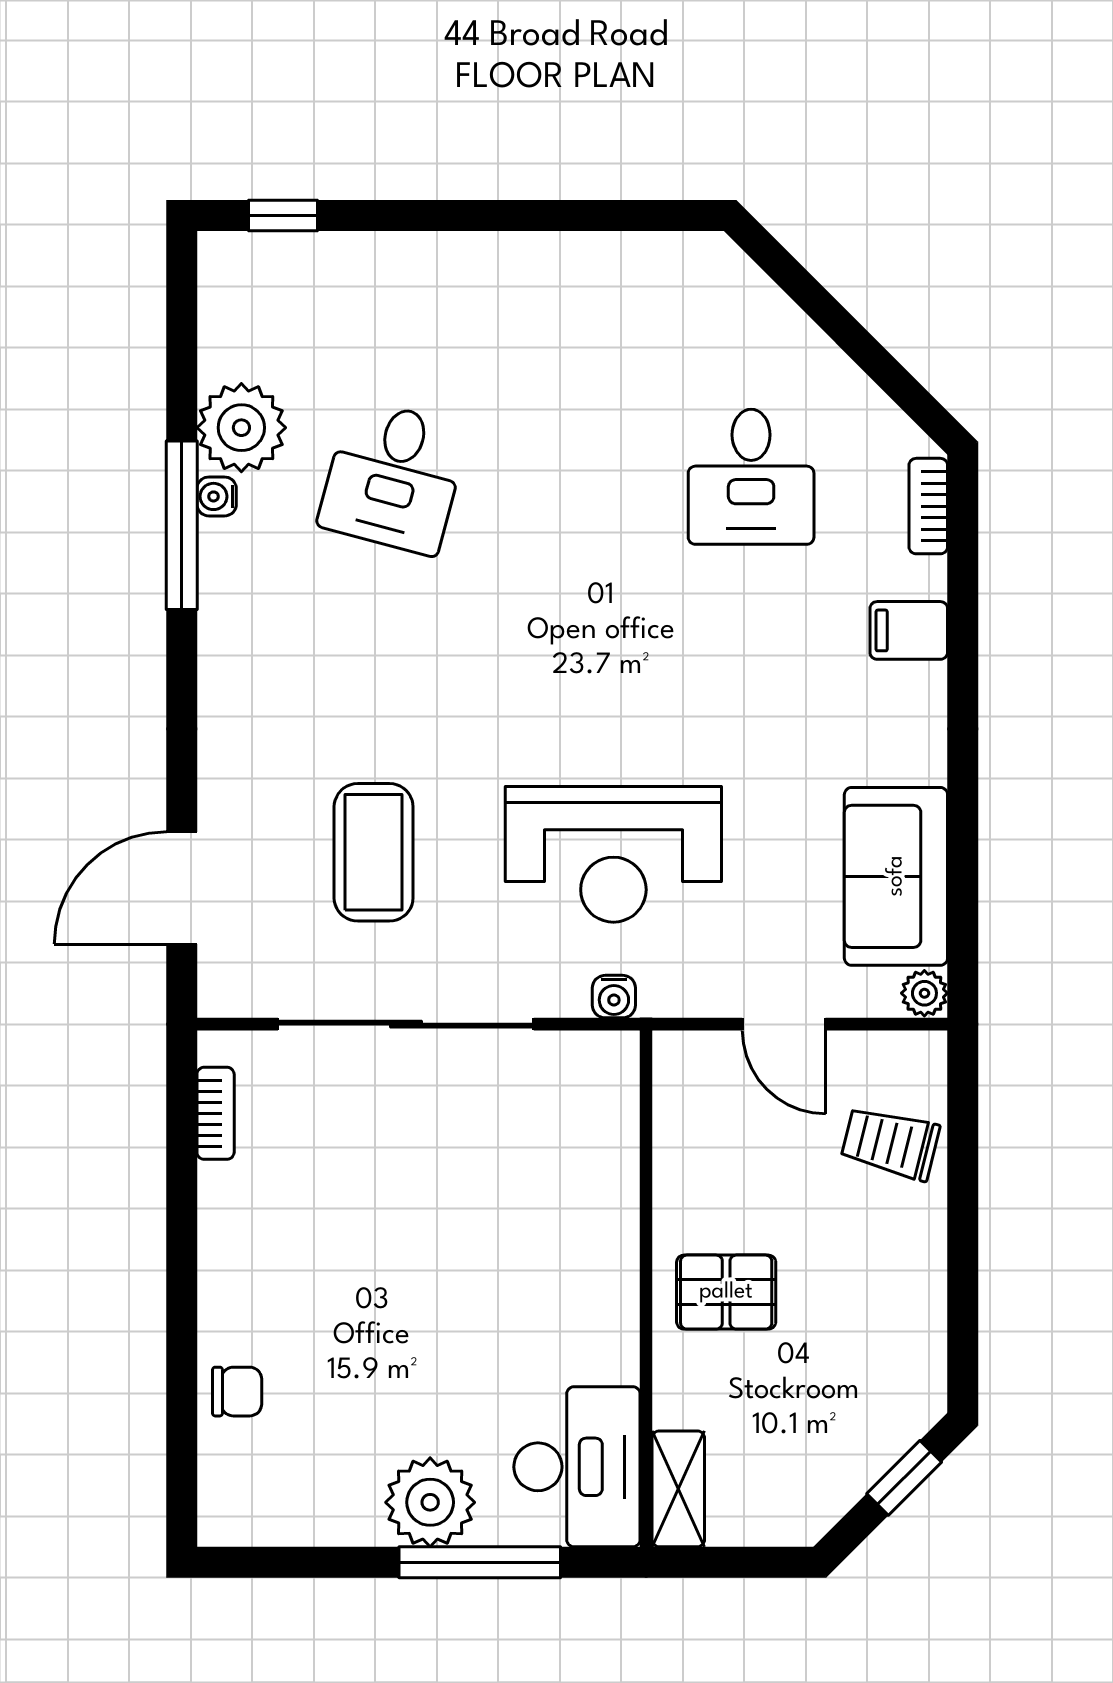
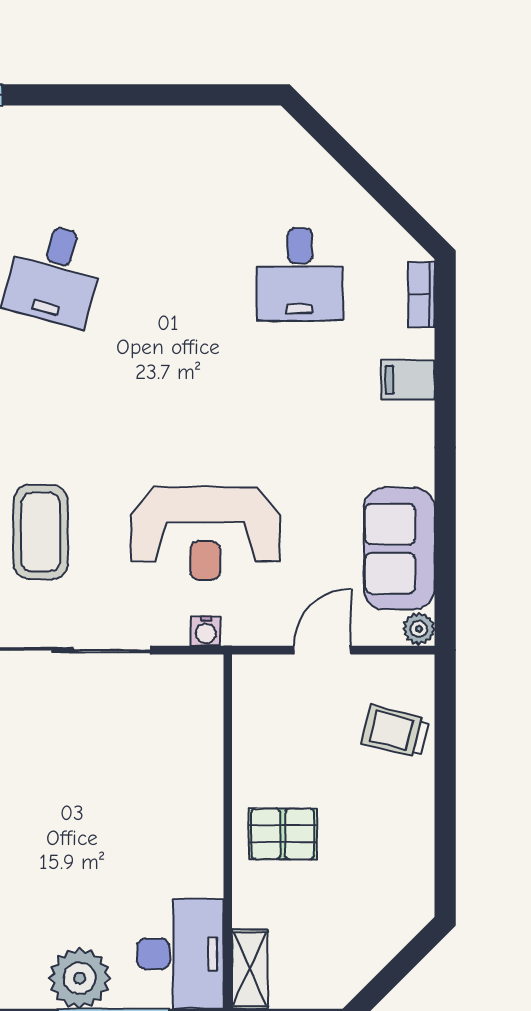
door: (784, 1024) -> (322, 650), swing flipped
window: (904, 1478) -> (405, 961), removed

